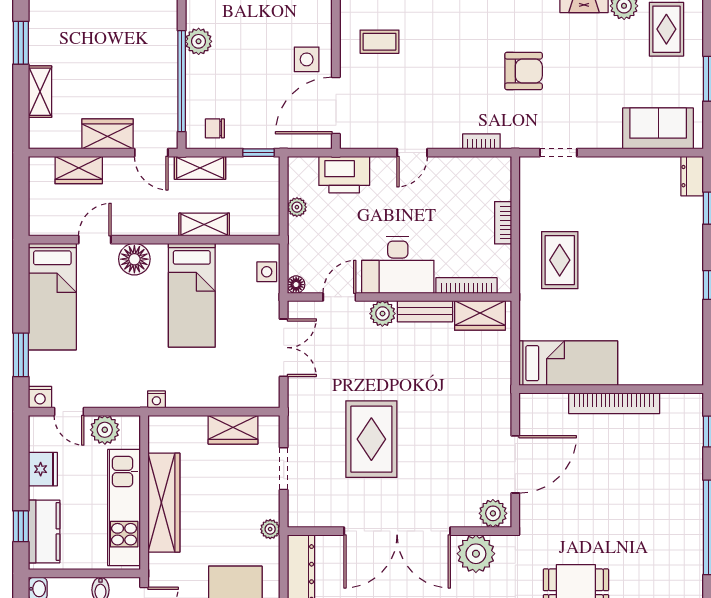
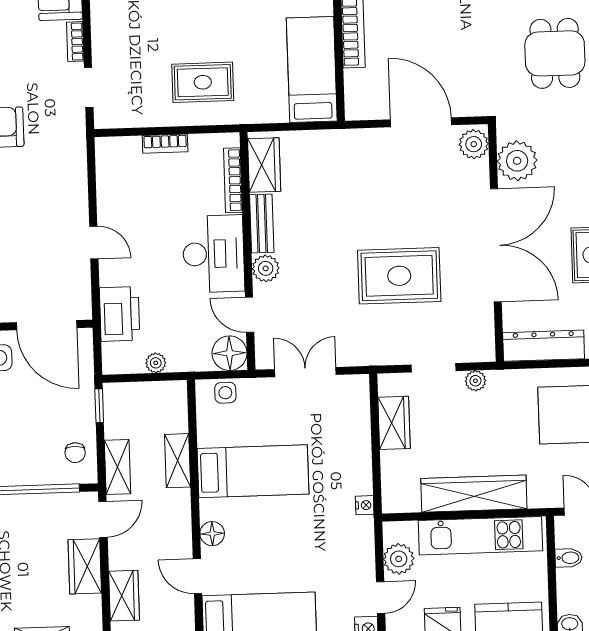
bookcase: (481, 141) -> (75, 42), moved
floor lamp: (134, 259) -> (212, 534), width x0.73, depth x0.73
floor lamp: (296, 285) -> (230, 353), width x1.89, depth x1.89
plant: (270, 529) -> (475, 381), moved

